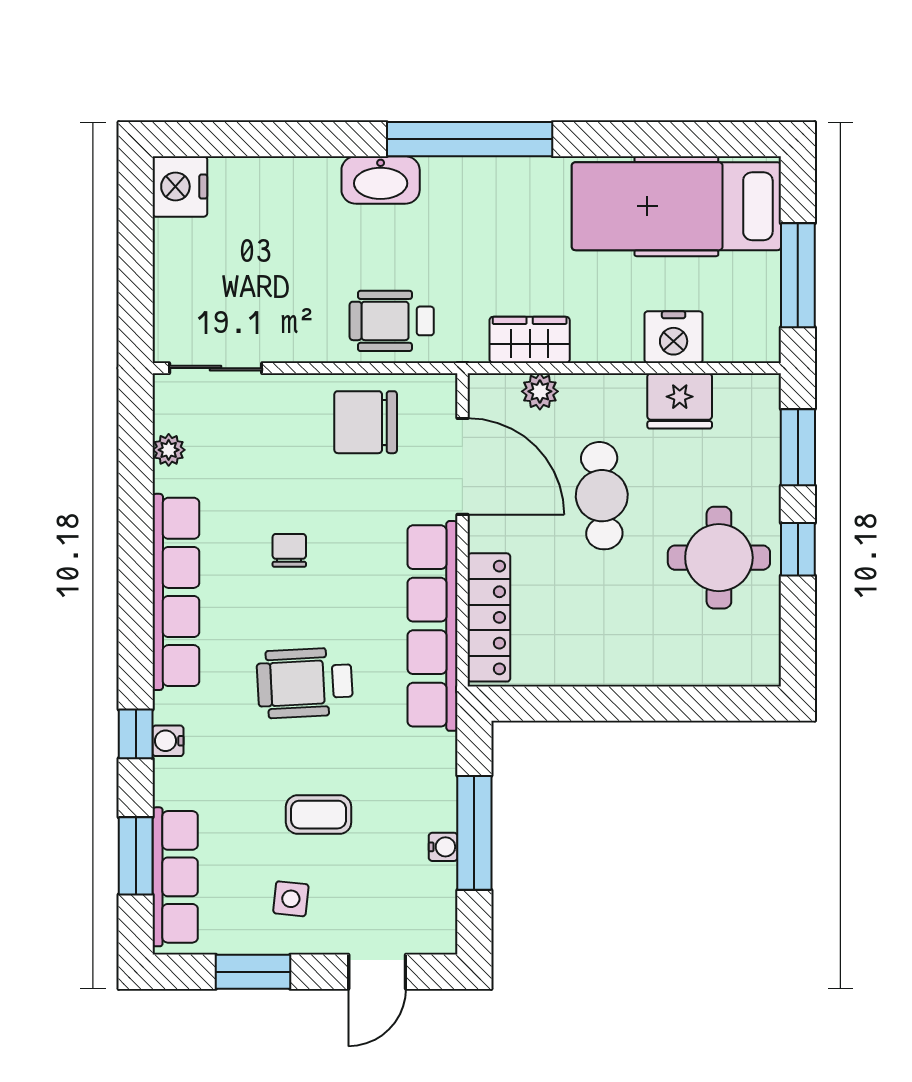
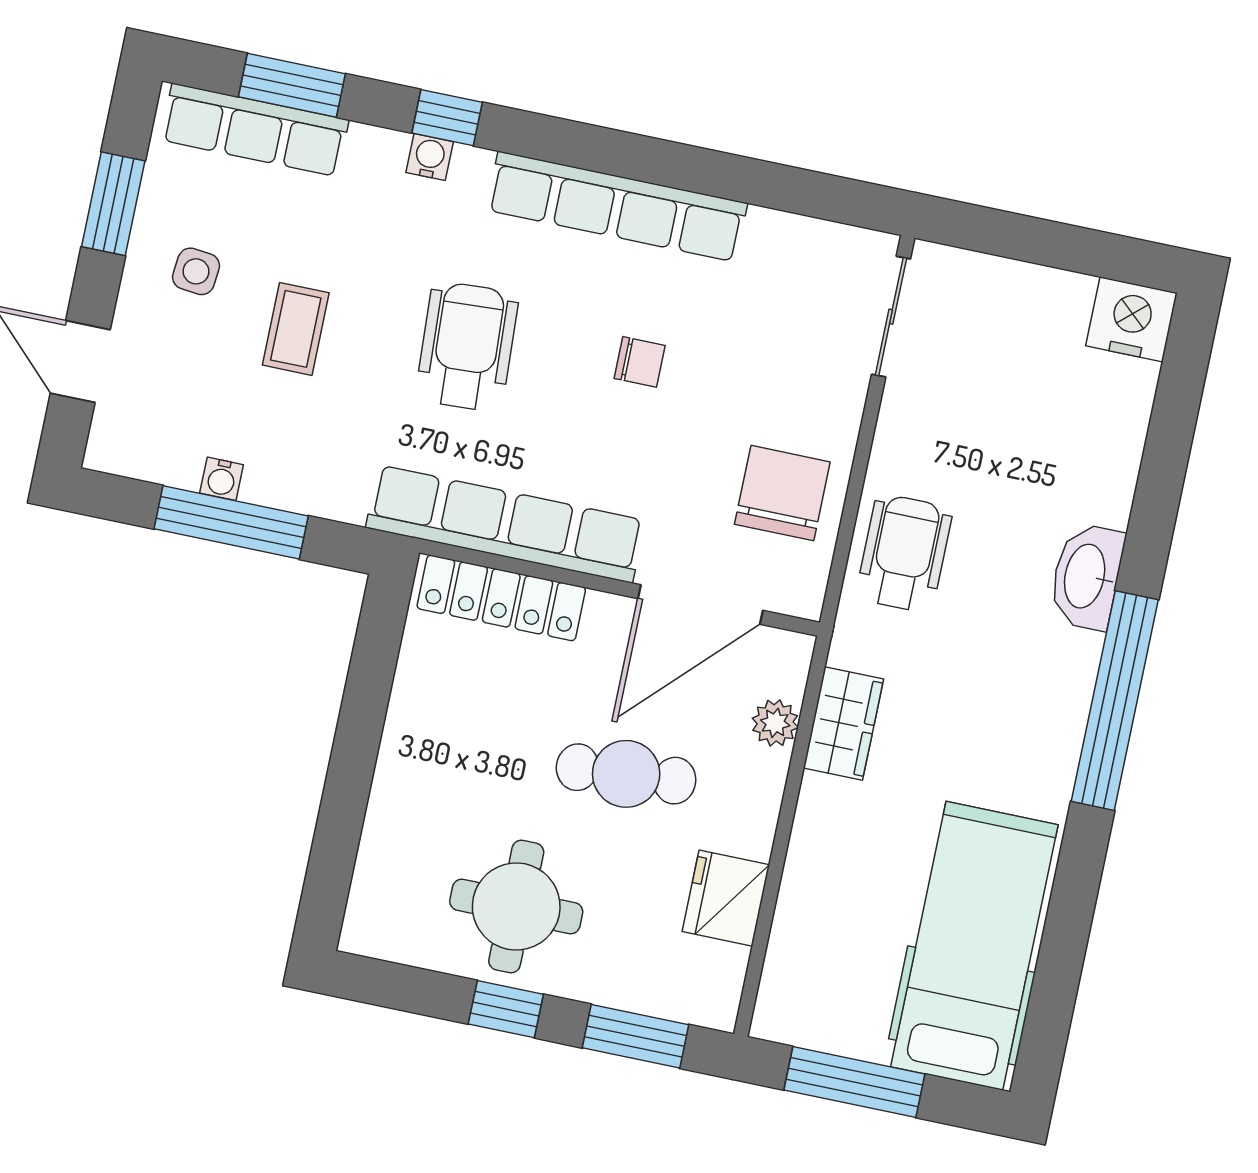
nightstand: (674, 337) -> (809, 907), removed
plant: (169, 450) -> (799, 235), removed

